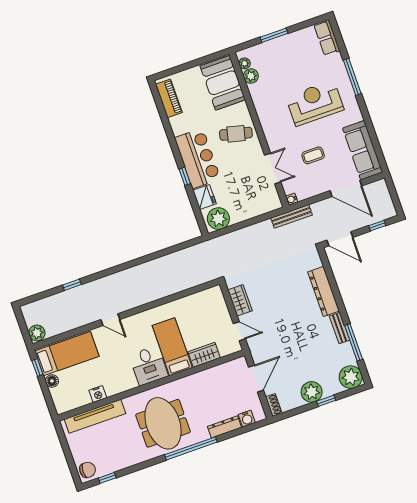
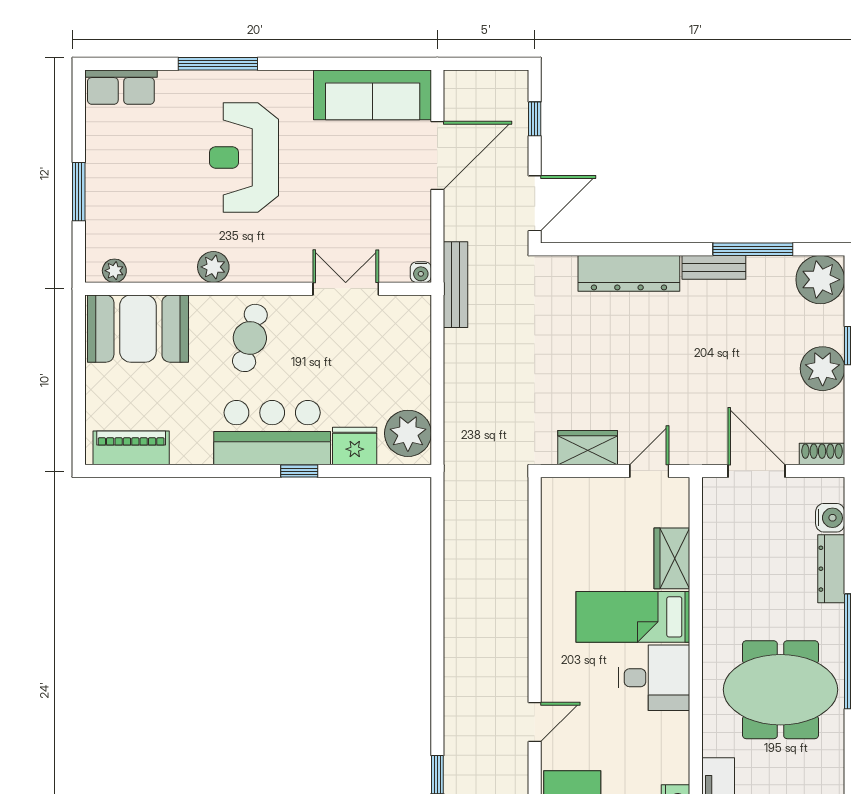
plant: (251, 76) -> (213, 267), moved
coffee table: (313, 155) -> (348, 198), removed

